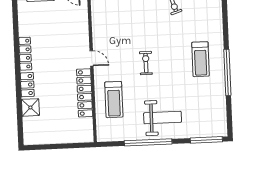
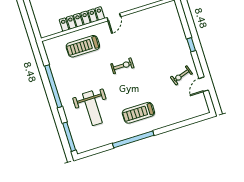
weight bench: (163, 118) -> (92, 108), moved

